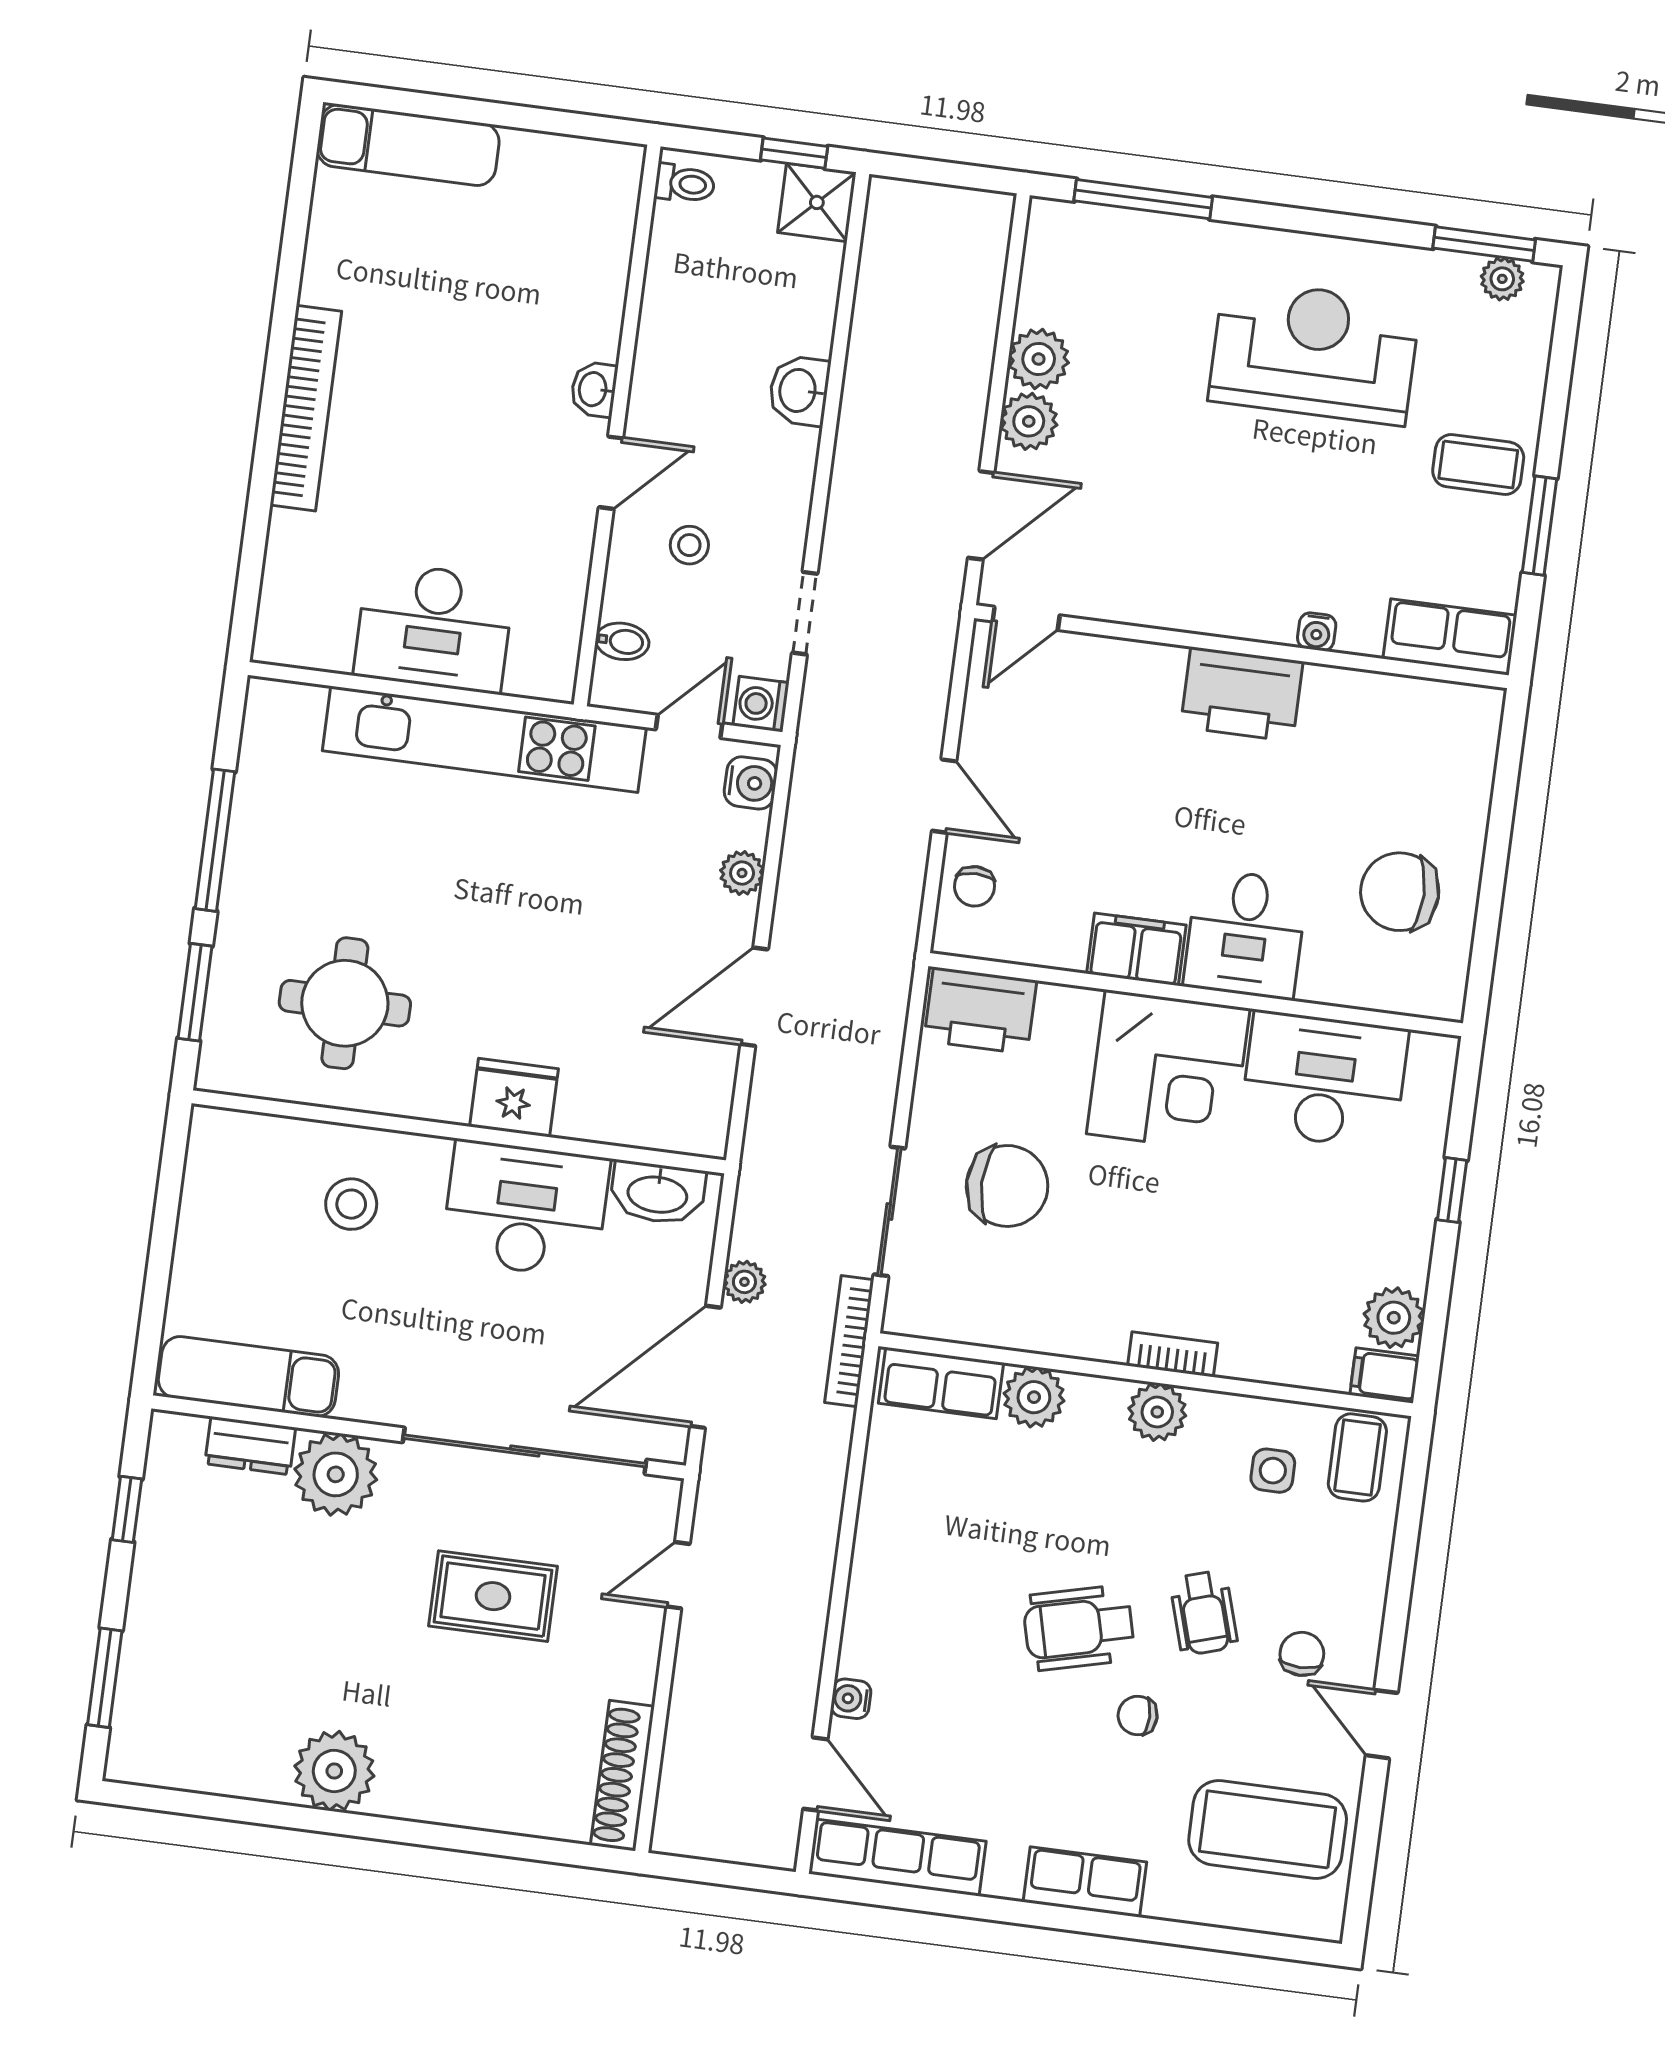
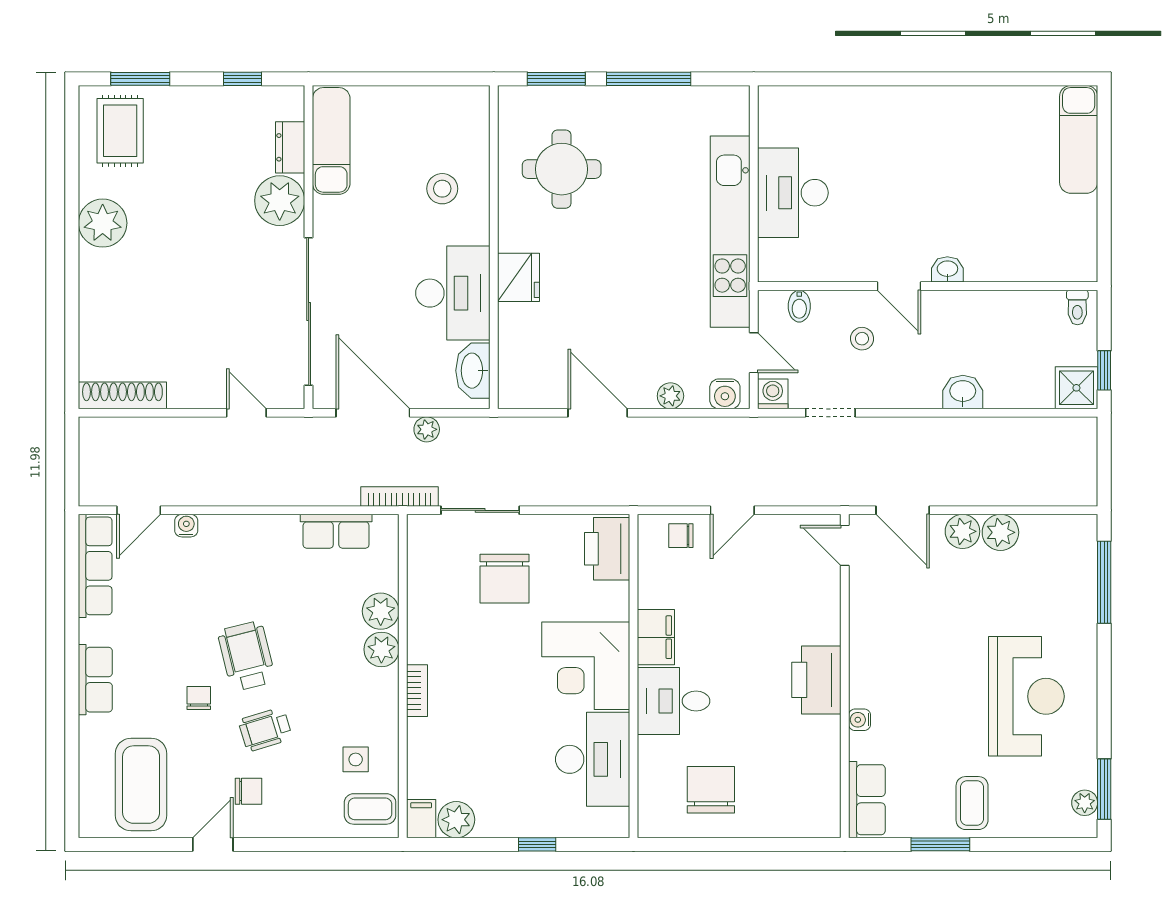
bookcase: (306, 408) -> (914, 99), removed
row of seats: (941, 1383) -> (336, 531), moved, turned -90
plant: (1157, 1412) -> (381, 649), moved
rug: (493, 1596) -> (120, 131), moved

